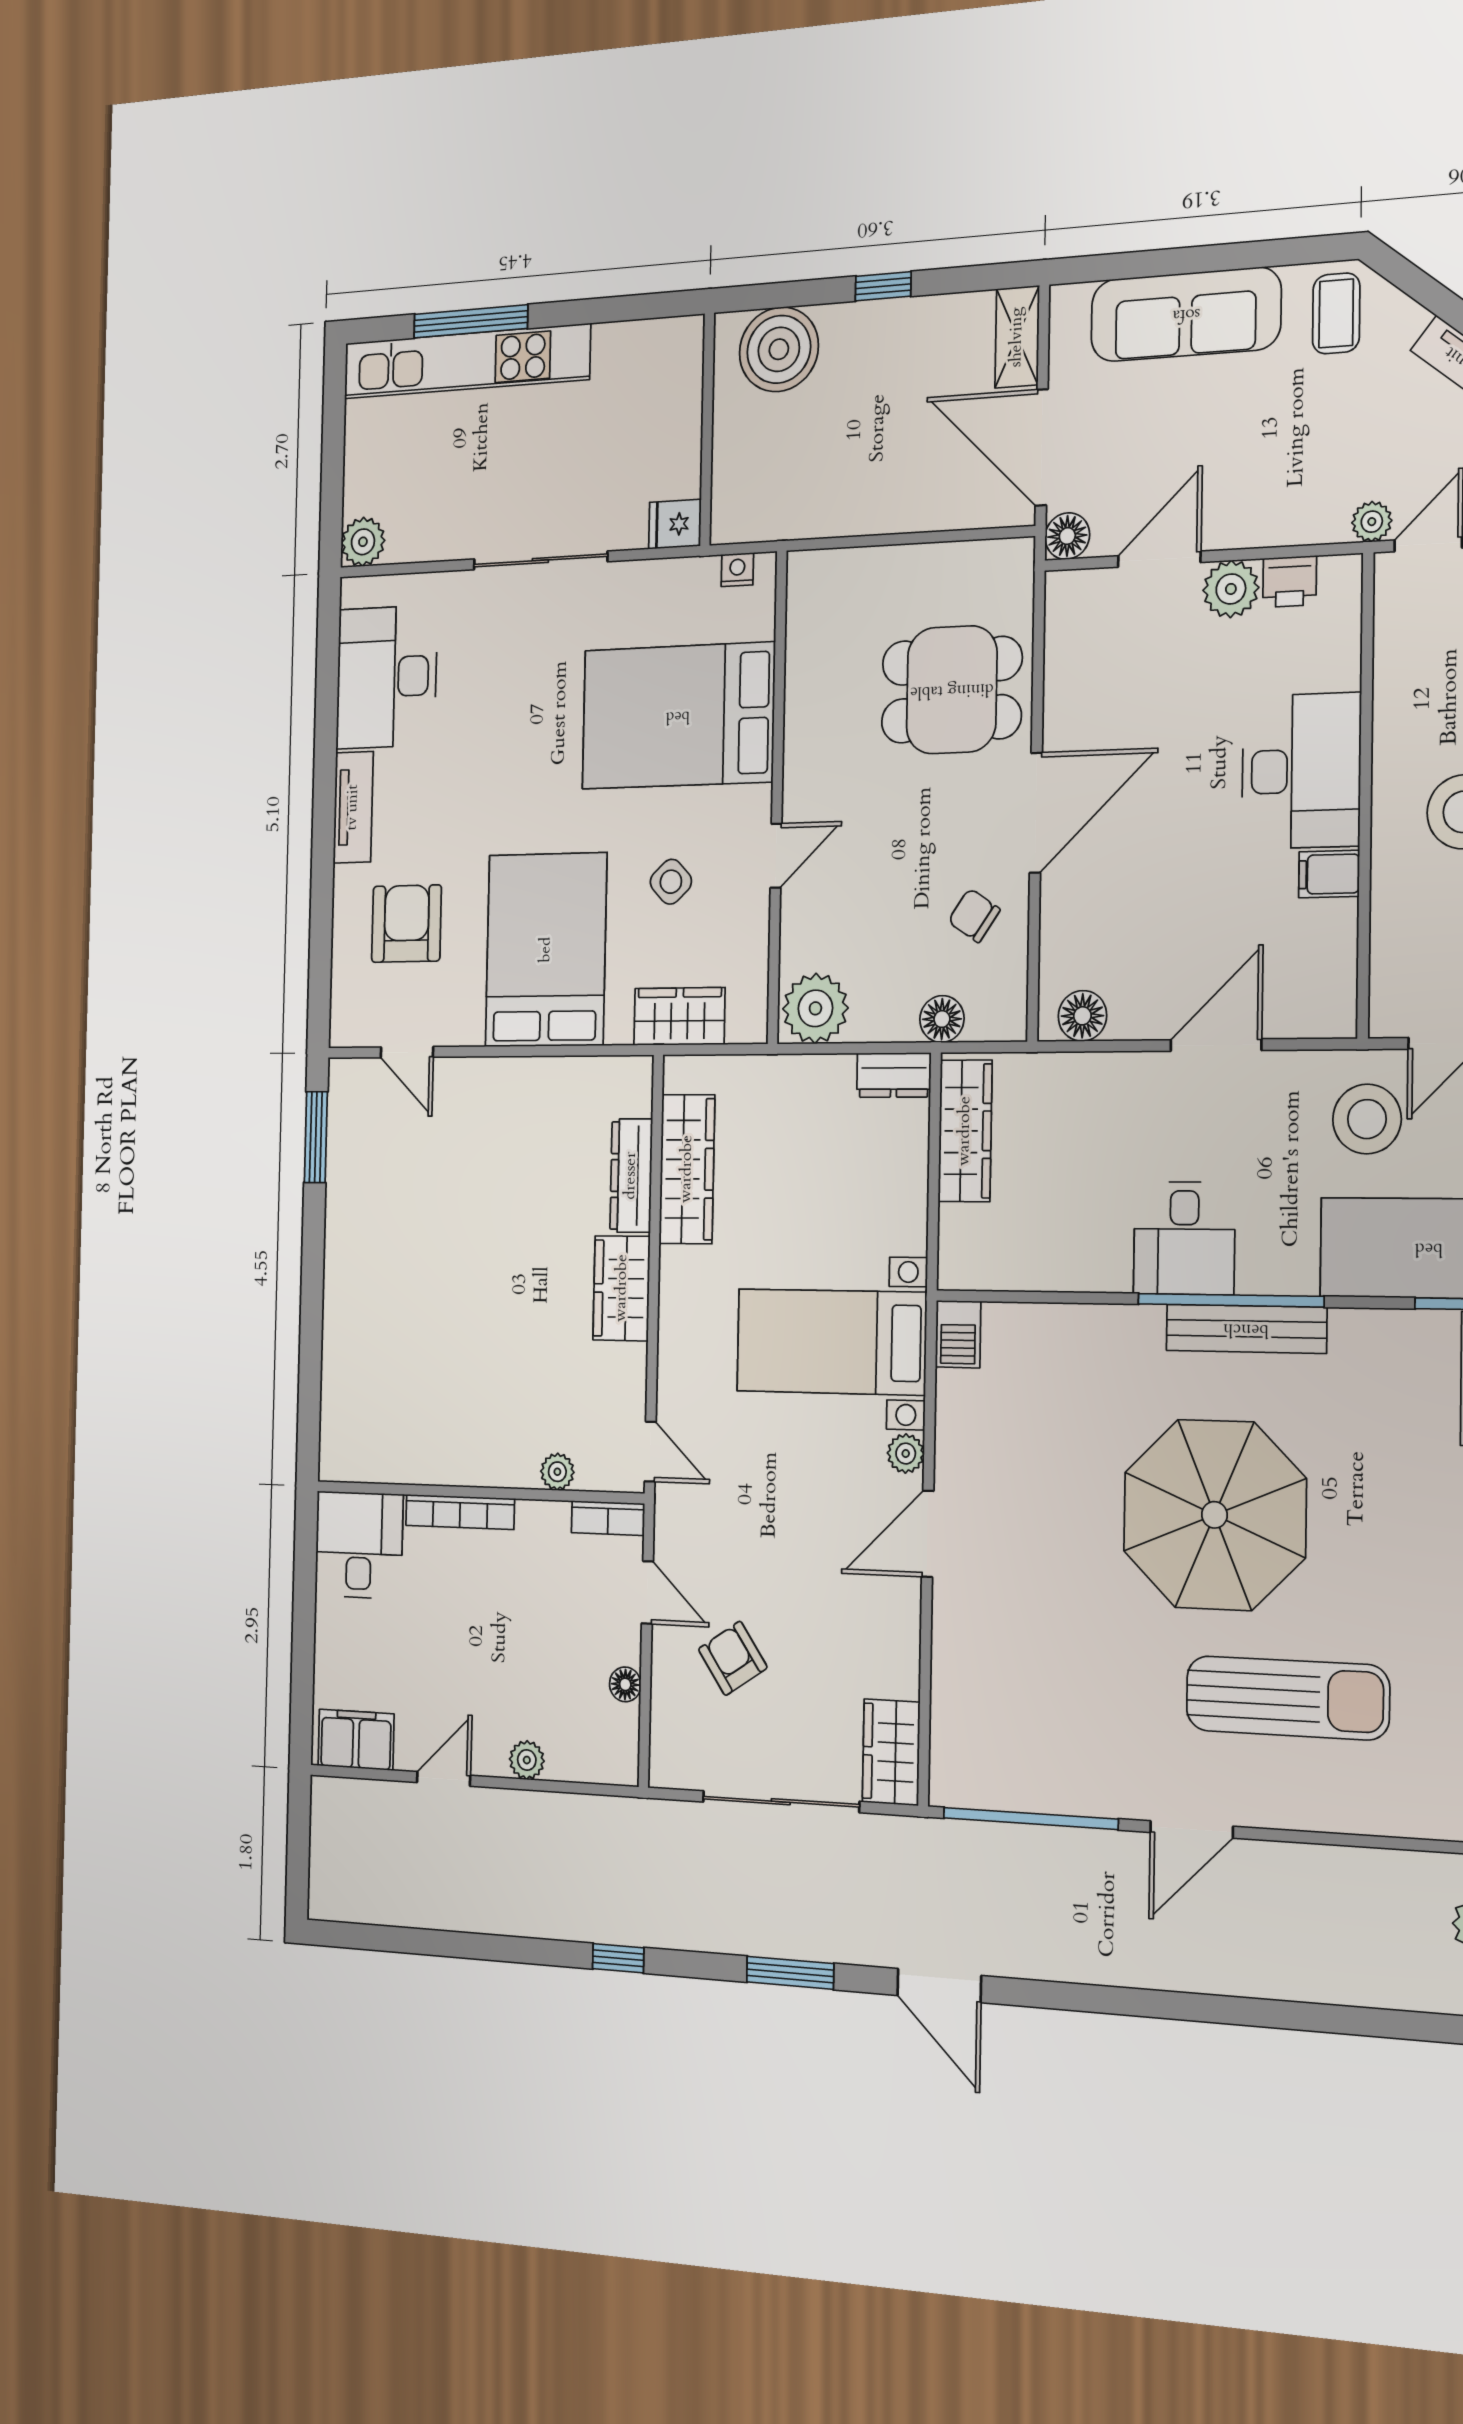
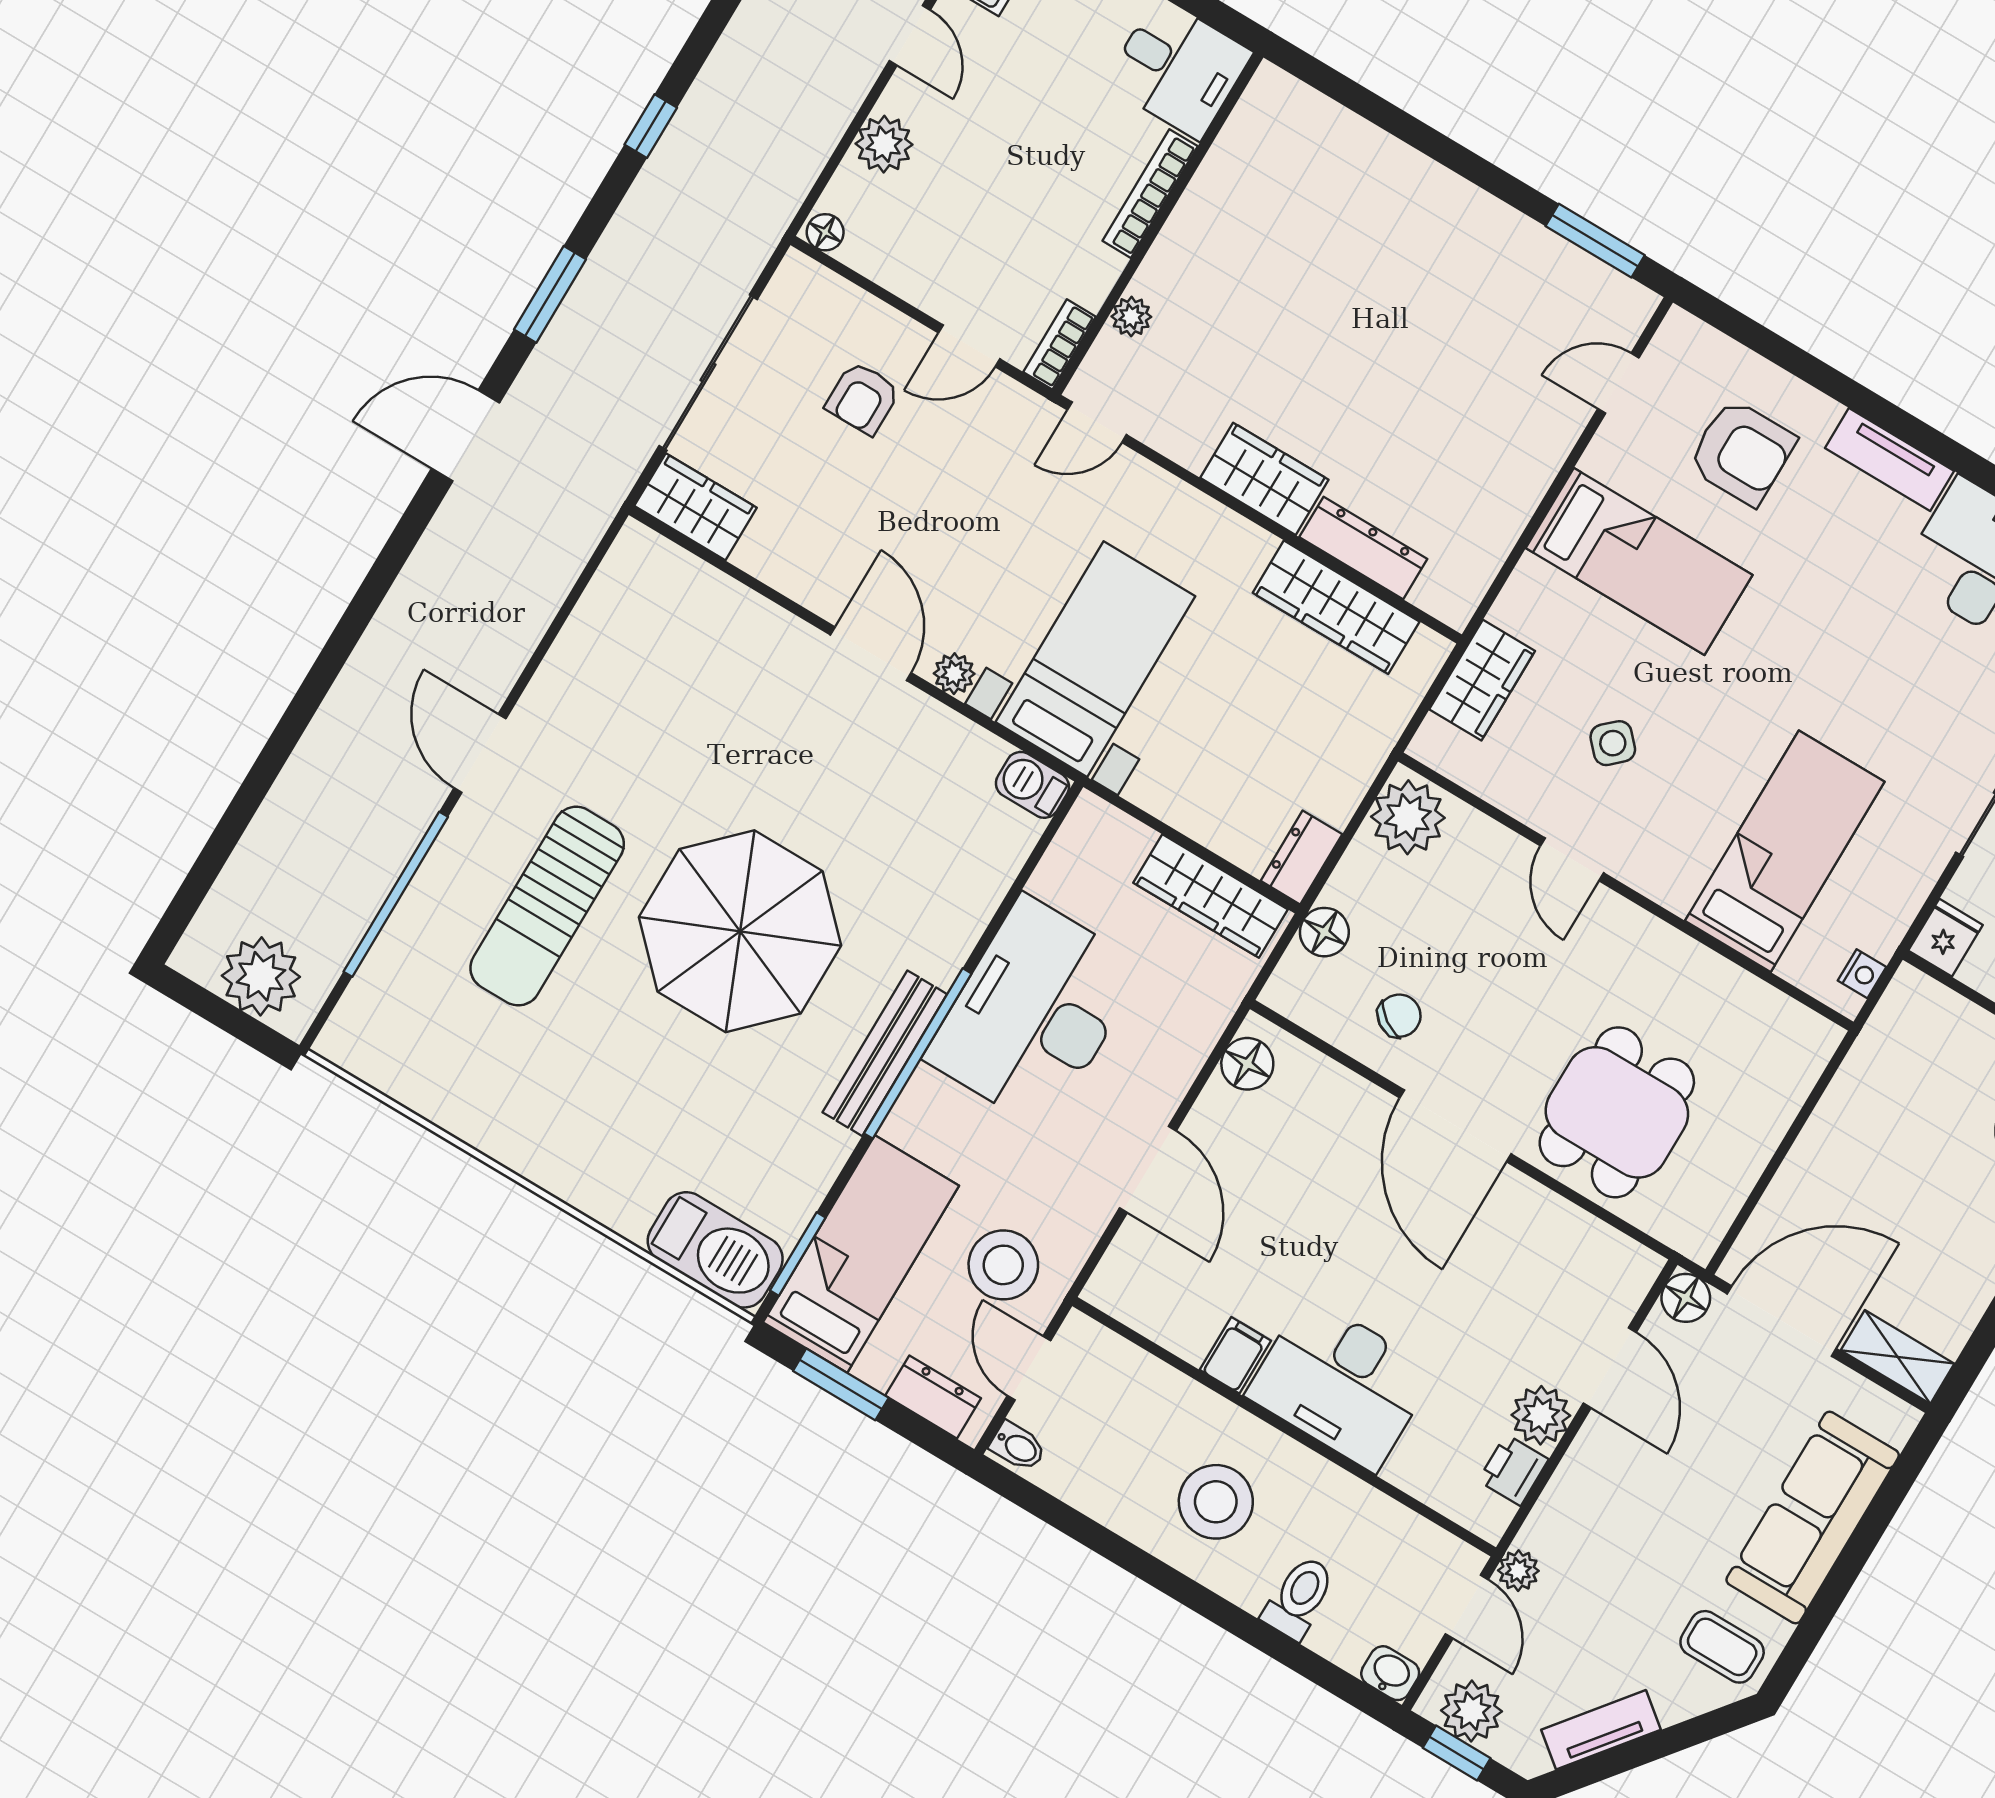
bed: (678, 716) -> (1785, 851), width x0.67
bed: (546, 950) -> (1639, 561), width x0.67
desk: (1184, 1238) -> (1034, 1013), width x1.87, depth x1.30
armchair: (733, 1658) -> (863, 398), turned 124
floor lamp: (625, 1684) -> (825, 232), moved
plant: (527, 1760) -> (884, 144), width x1.38, depth x1.38
window: (1030, 1819) -> (396, 894), moved

